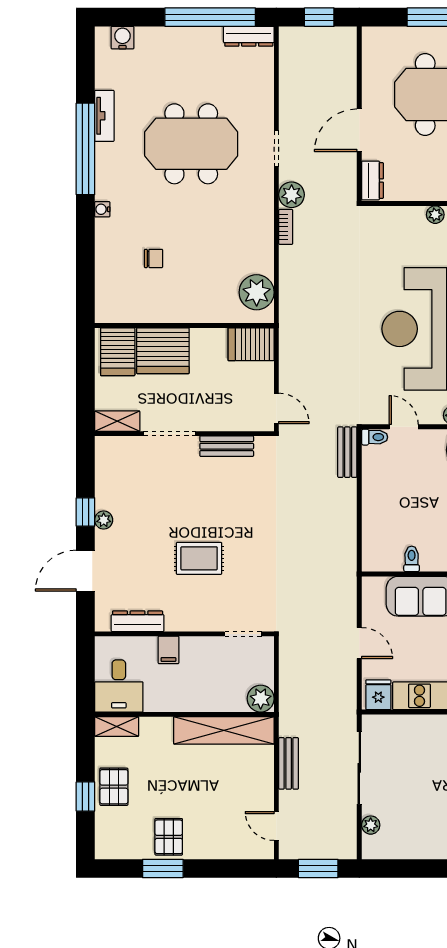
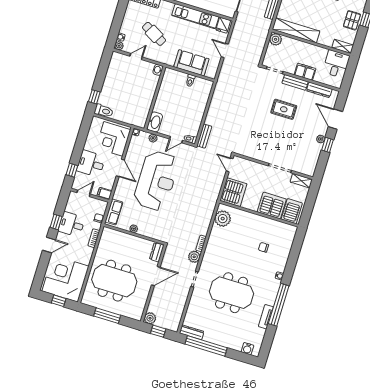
plant: (344, 39) -> (150, 318), added
server rack: (251, 344) -> (233, 192), width x1.60
door: (404, 427) -> (176, 140), hinge flipped
bench: (227, 446) -> (295, 82), moved
door: (85, 571) -> (335, 119), swing flipped
filing cabinet: (168, 650) -> (305, 72), width x2.00

